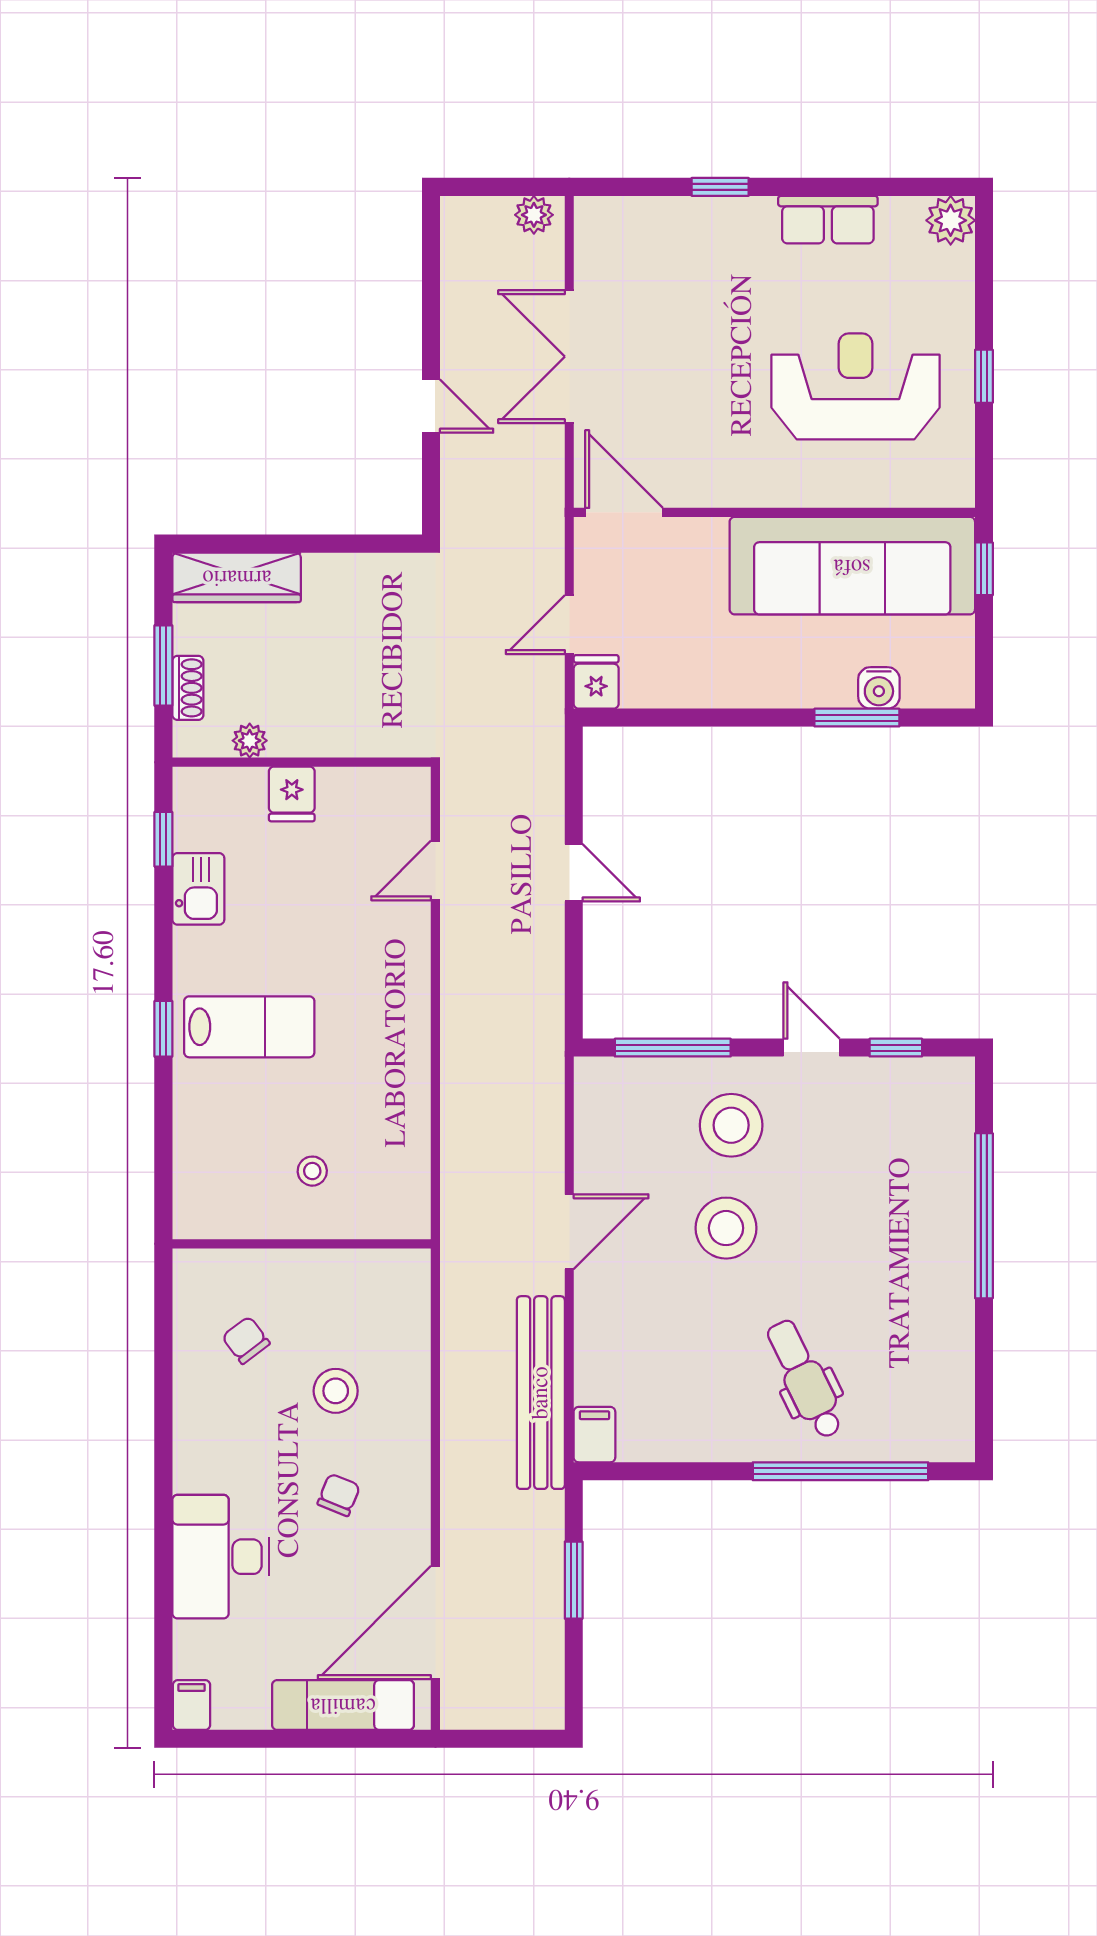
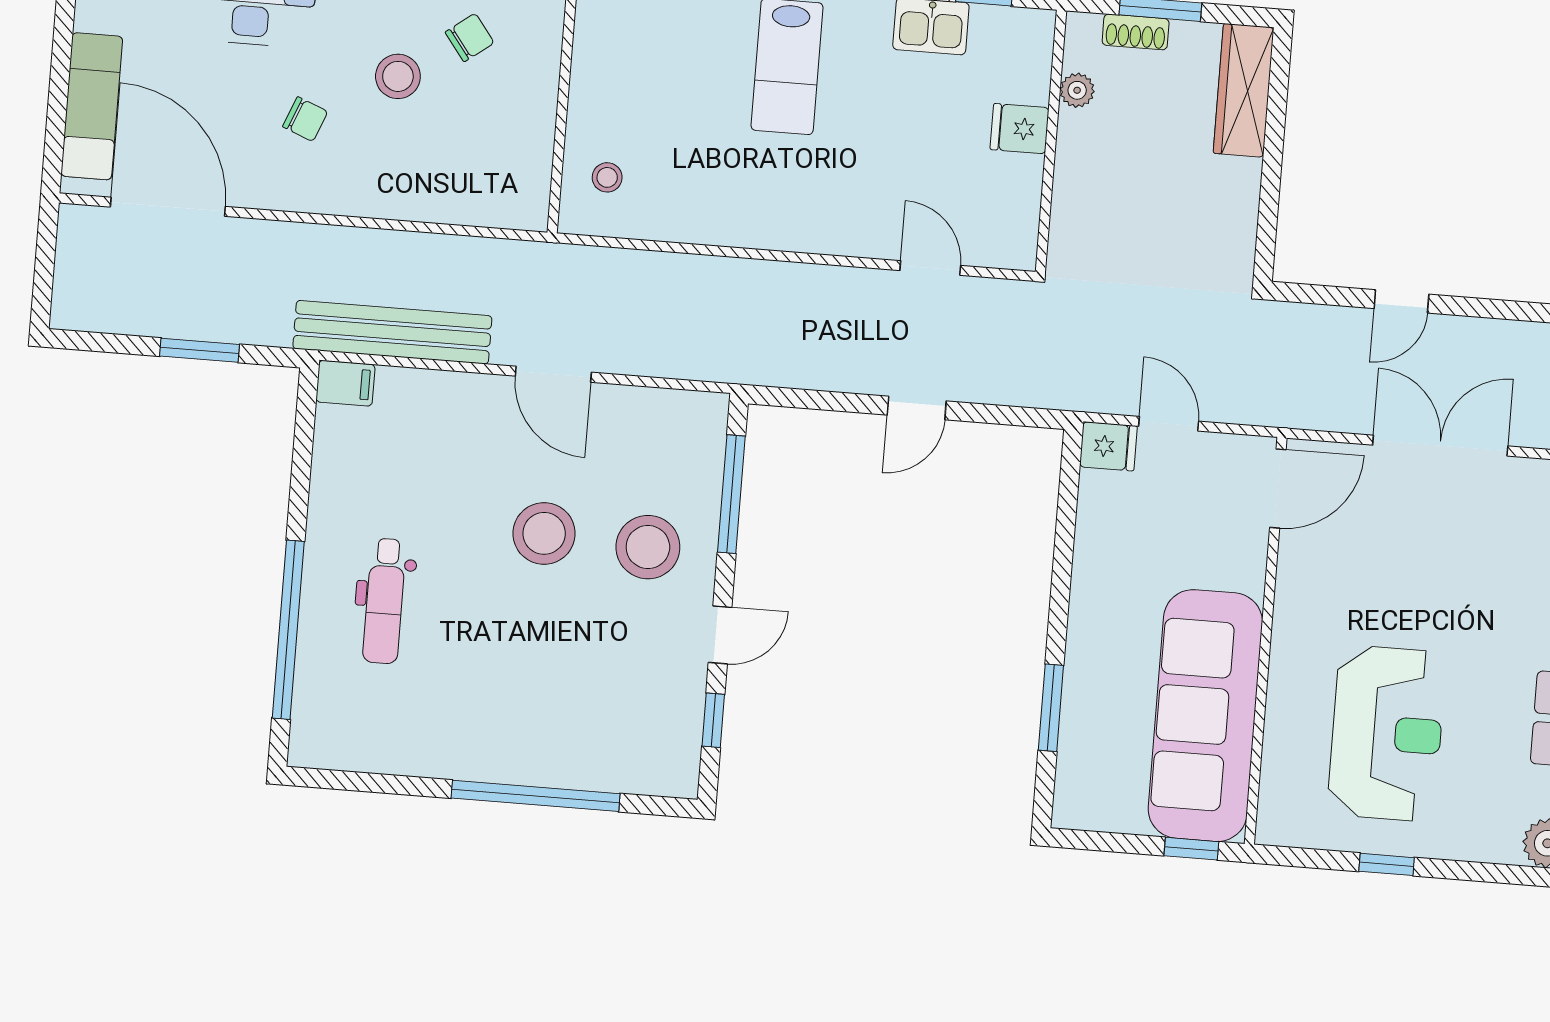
water cooler: (879, 688) -> (1079, 732), removed
stool: (312, 1171) -> (607, 177), moved
dental chair: (805, 1379) -> (384, 601), turned 116
stool: (336, 1391) -> (398, 76), moved

